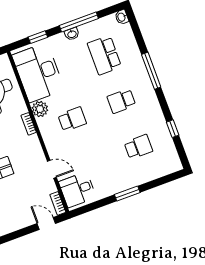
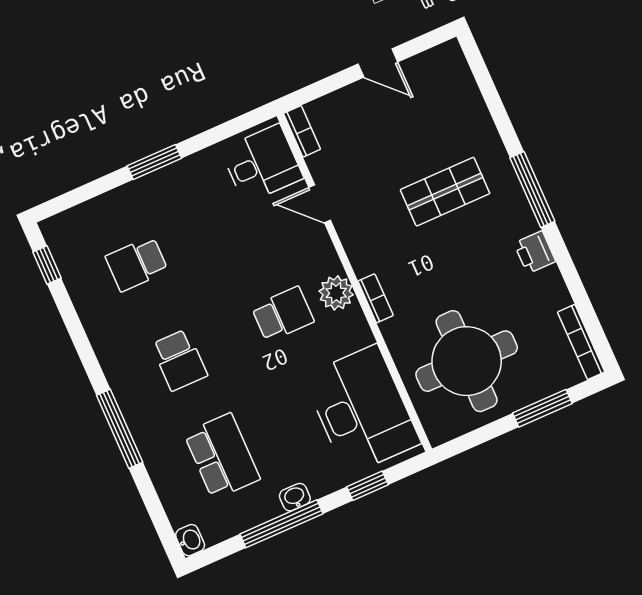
school desk: (121, 101) -> (179, 360), turned 90
plant: (40, 109) -> (336, 293), moved
school desk: (72, 119) -> (283, 314), turned 180
window: (173, 129) -> (47, 265), moved
door: (46, 223) -> (378, 63), moved

